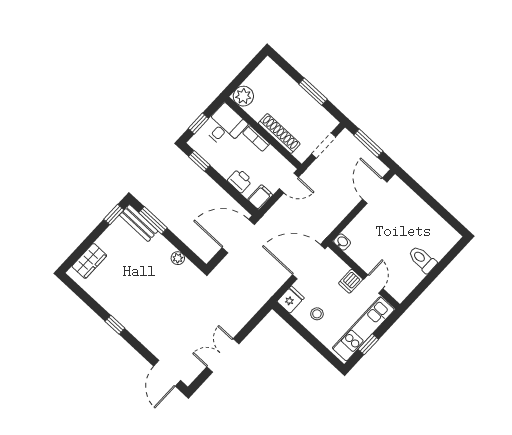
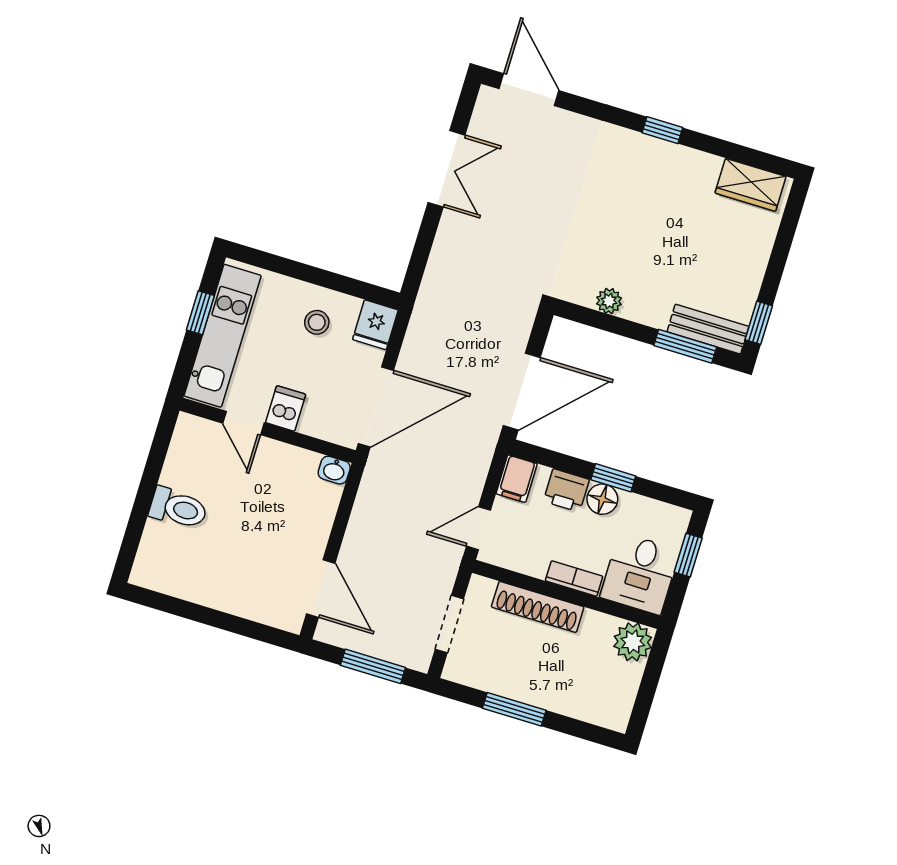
window: (199, 161) -> (613, 478), moved
floor lamp: (225, 169) -> (602, 499), added
wardrobe: (89, 261) -> (751, 185), moved, turned -90

